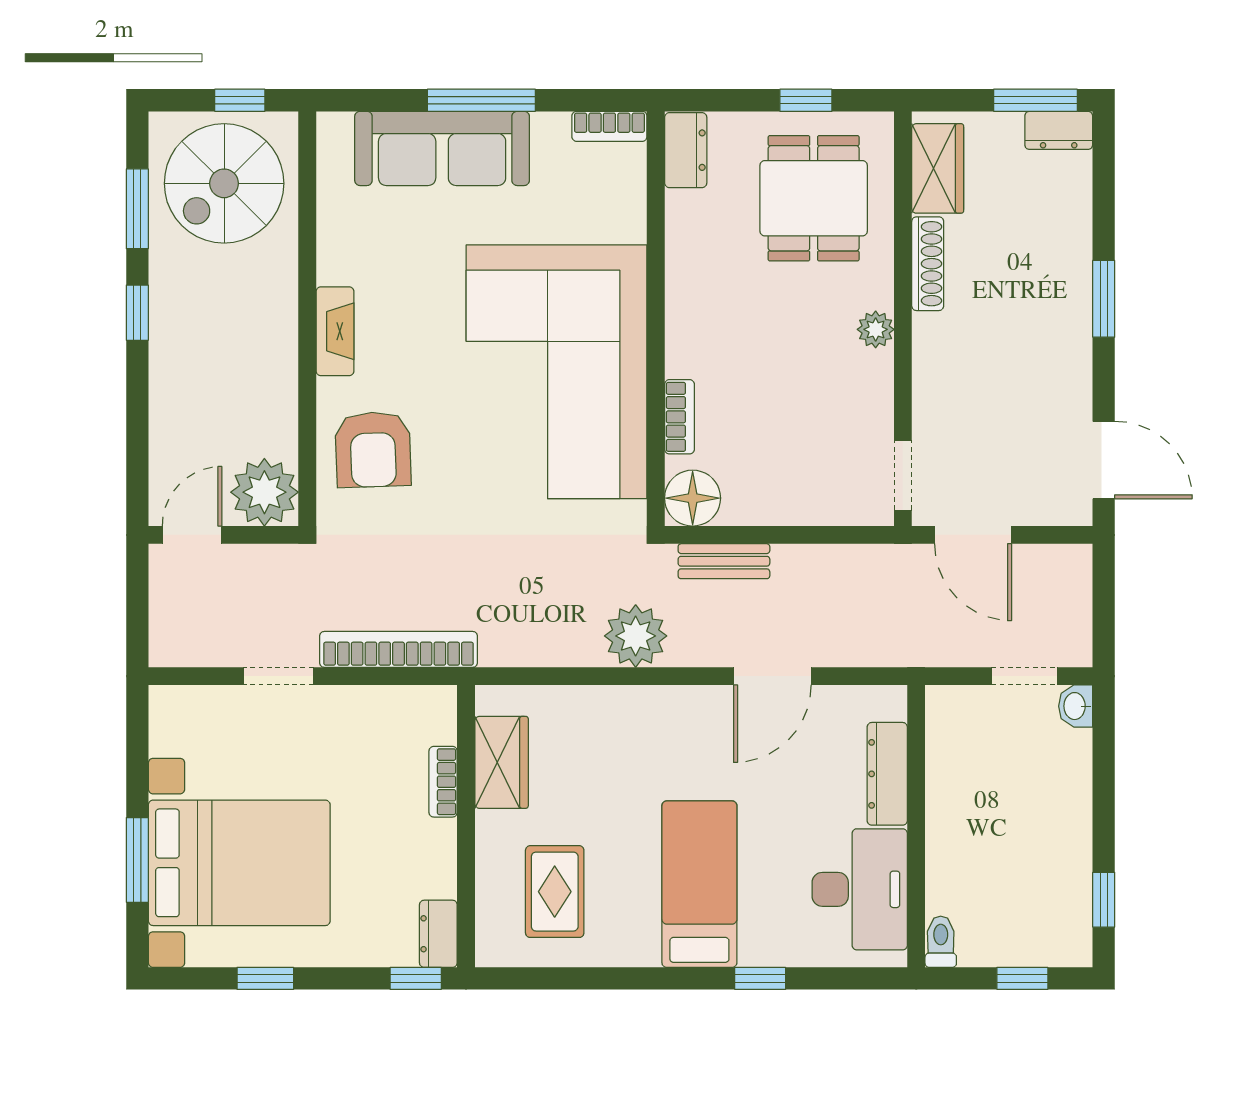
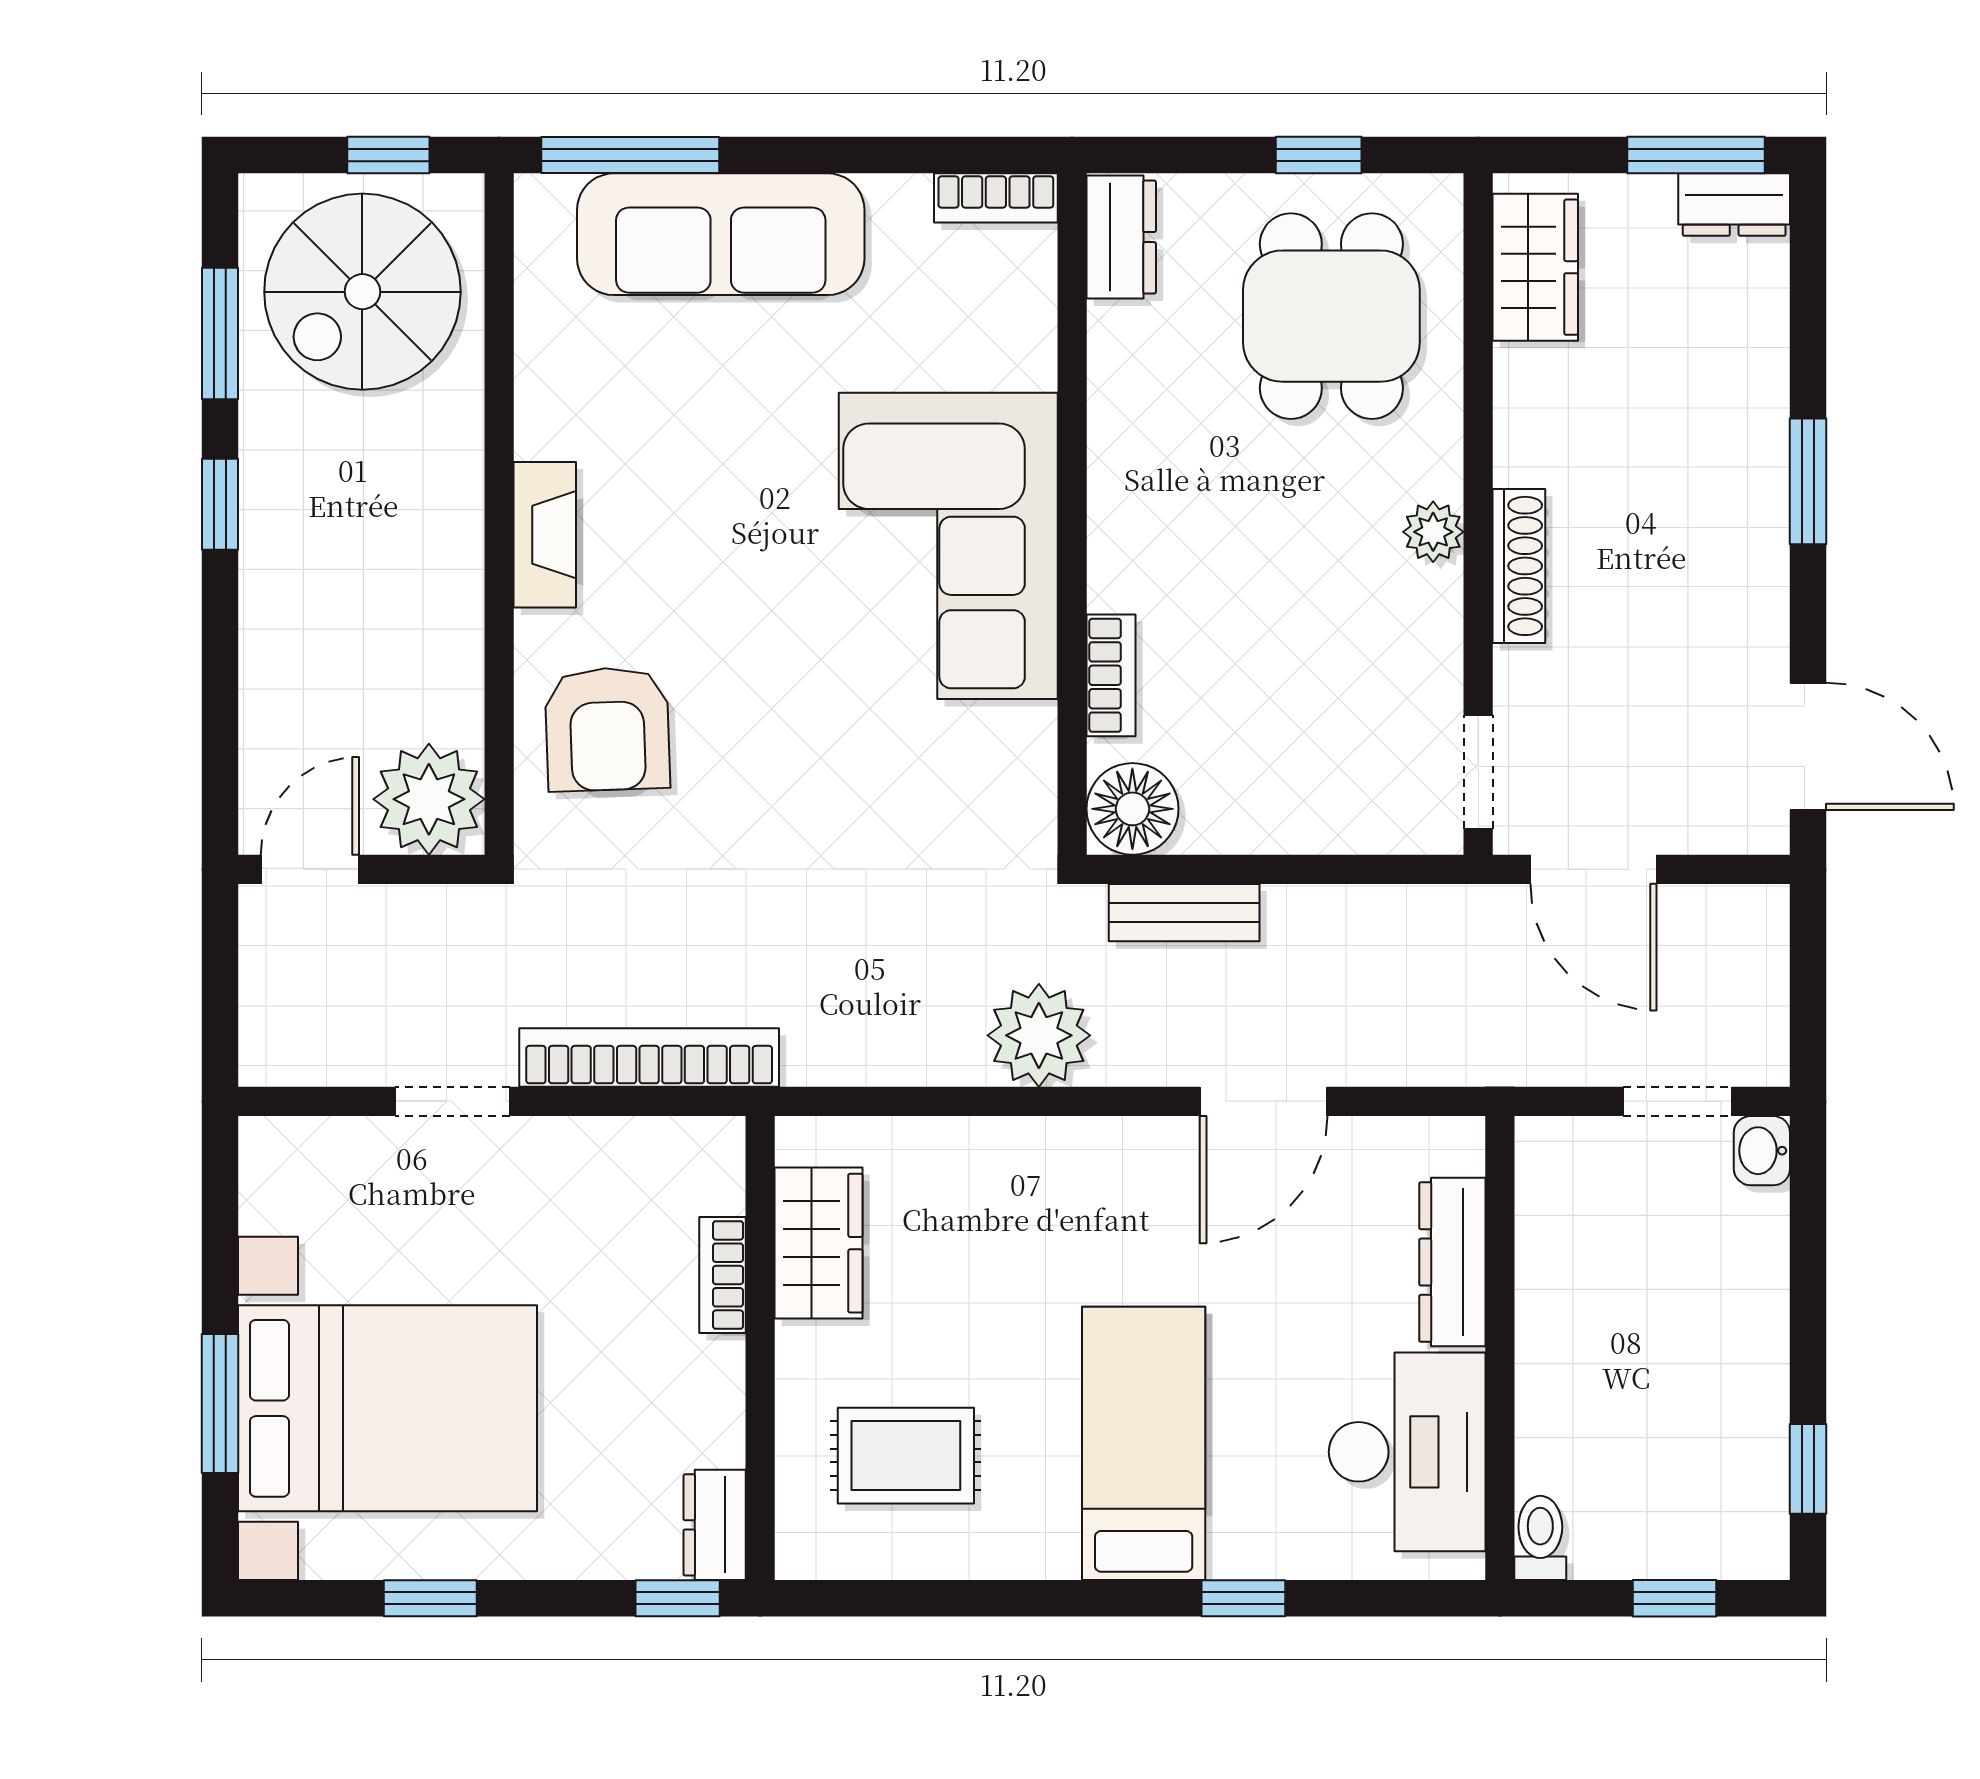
window: (481, 100) -> (630, 155), moved
shoe rack: (928, 264) -> (1519, 566), moved
corner sofa: (557, 372) -> (948, 546), width x0.73, depth x0.74
rug: (555, 892) -> (906, 1456), turned 90

